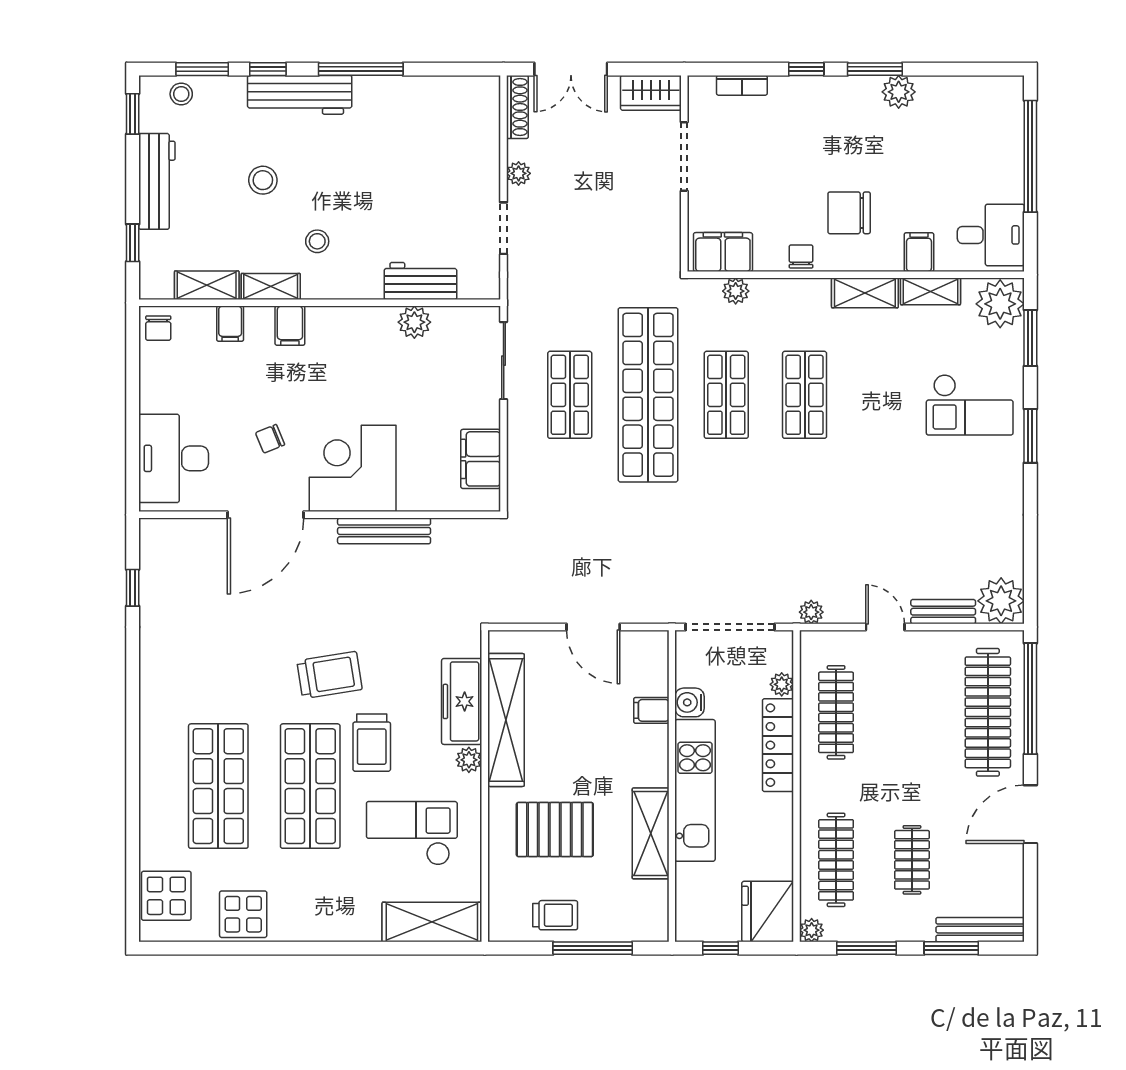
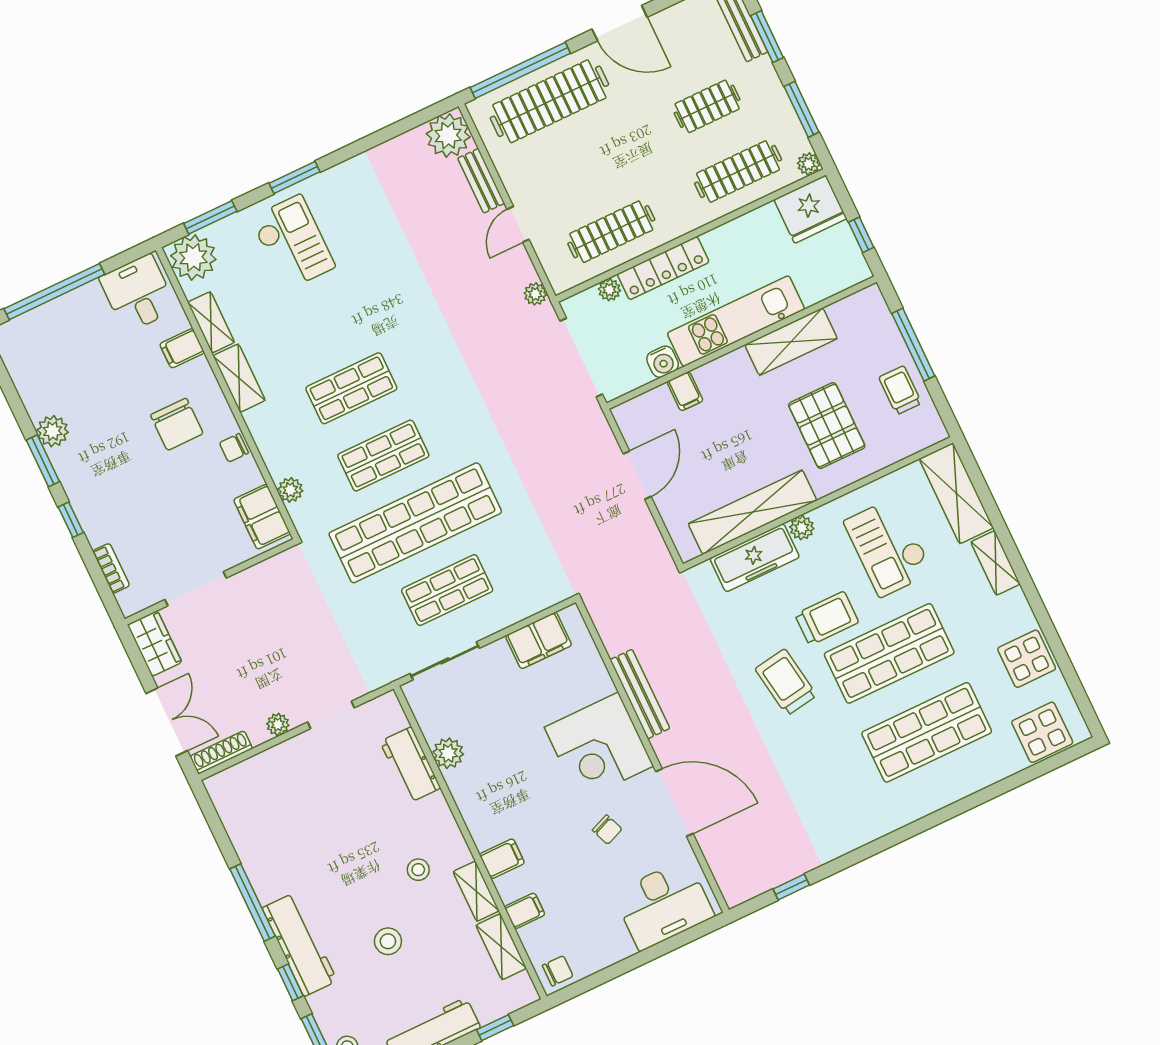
shelving: (348, 928) -> (995, 563), added

